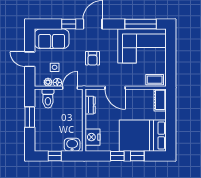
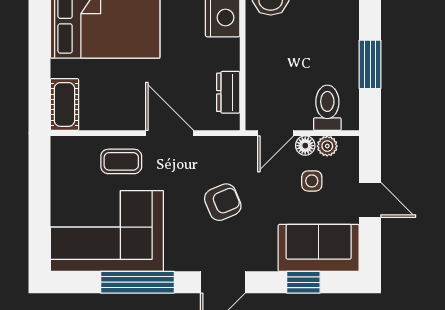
window: (69, 24) -> (303, 282), moved
window: (141, 24) -> (137, 282), moved
armchair: (93, 58) -> (223, 202), turned 67
coffee table: (155, 80) -> (121, 161), moved

